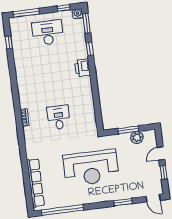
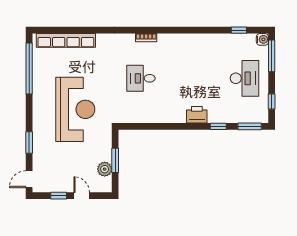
water cooler: (78, 14) -> (262, 39), moved
desk: (59, 117) -> (141, 78), turned 180
reception desk: (91, 168) -> (75, 109), turned 180

